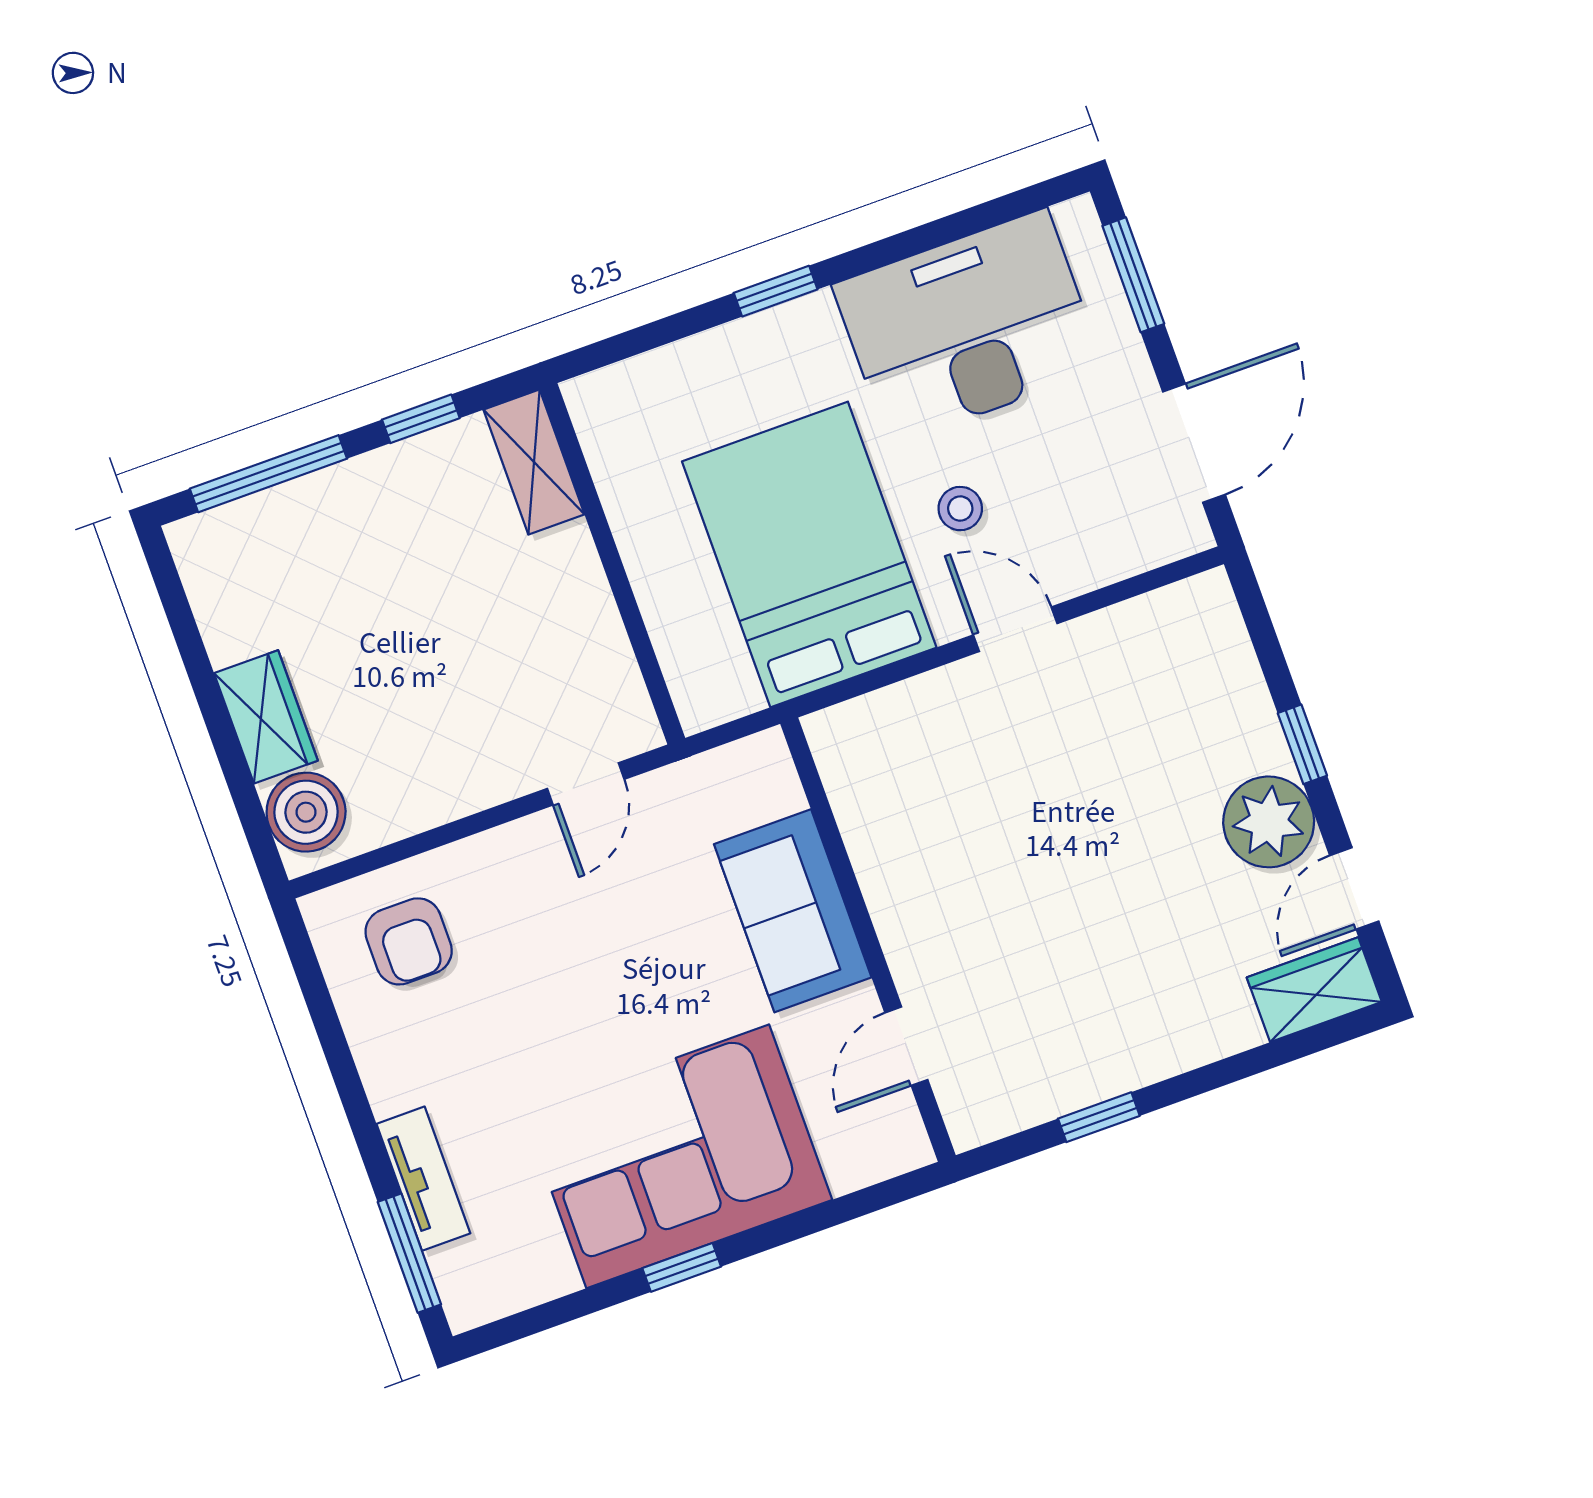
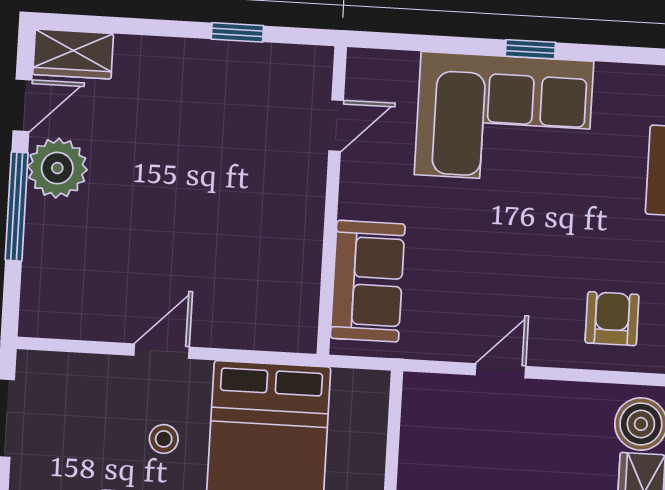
door: (1015, 629) -> (162, 351), swing flipped
window: (1302, 744) -> (17, 207), width x2.17
door: (586, 784) -> (500, 371), moved
sofa: (793, 911) -> (368, 281), moved

